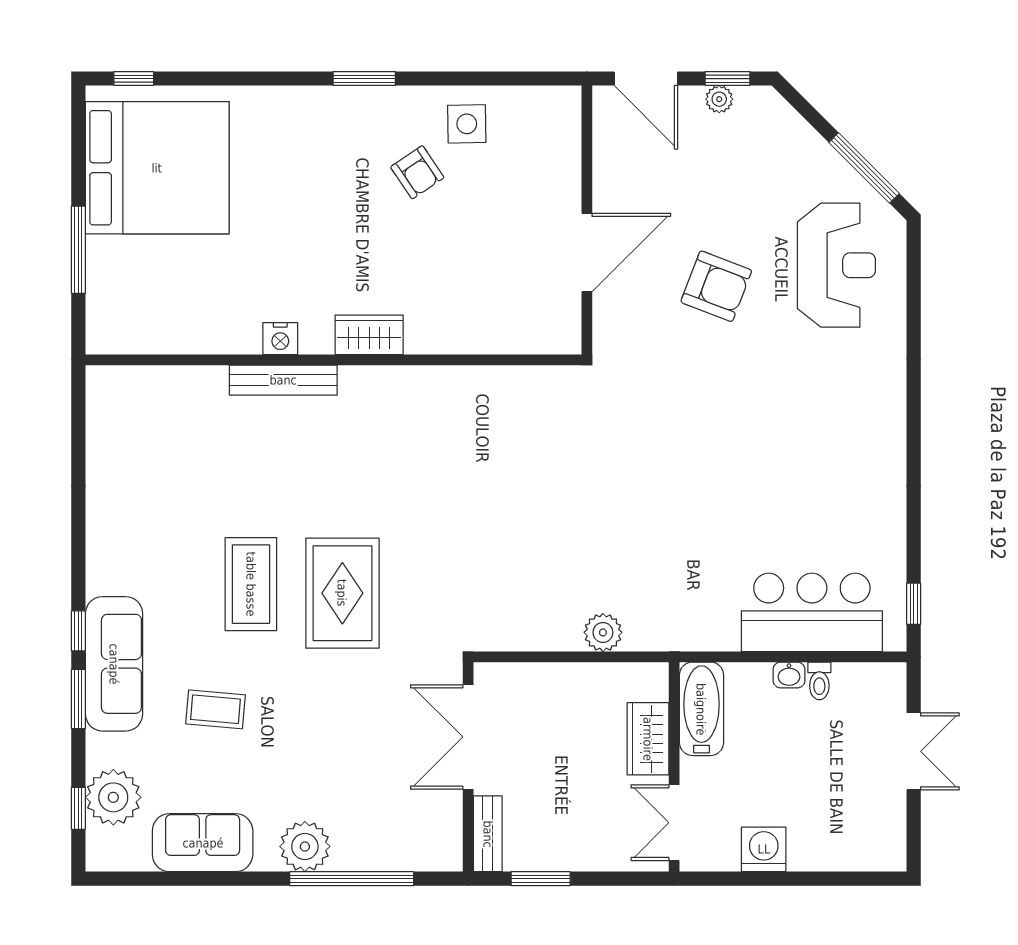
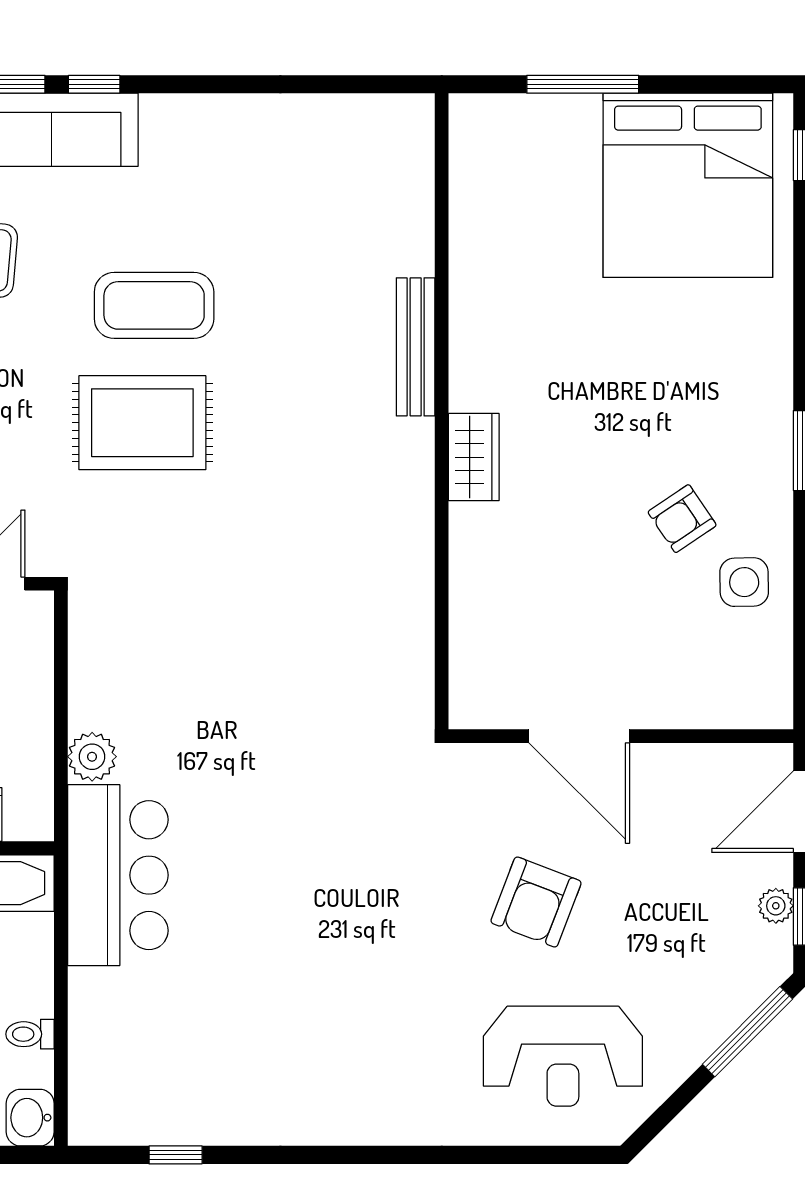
window: (864, 168) -> (747, 1032), moved
nightstand: (280, 339) -> (469, 343), removed
window: (914, 604) -> (176, 1155), moved
bar counter: (812, 612) -> (118, 875), moved
washbasin: (789, 675) -> (30, 1118), moved, width x1.38, depth x1.45

